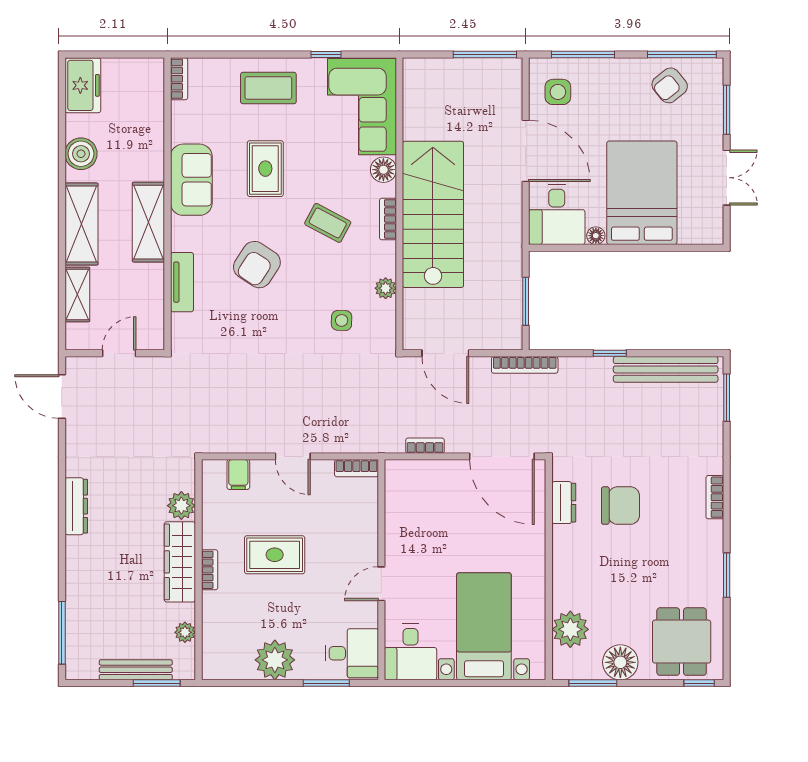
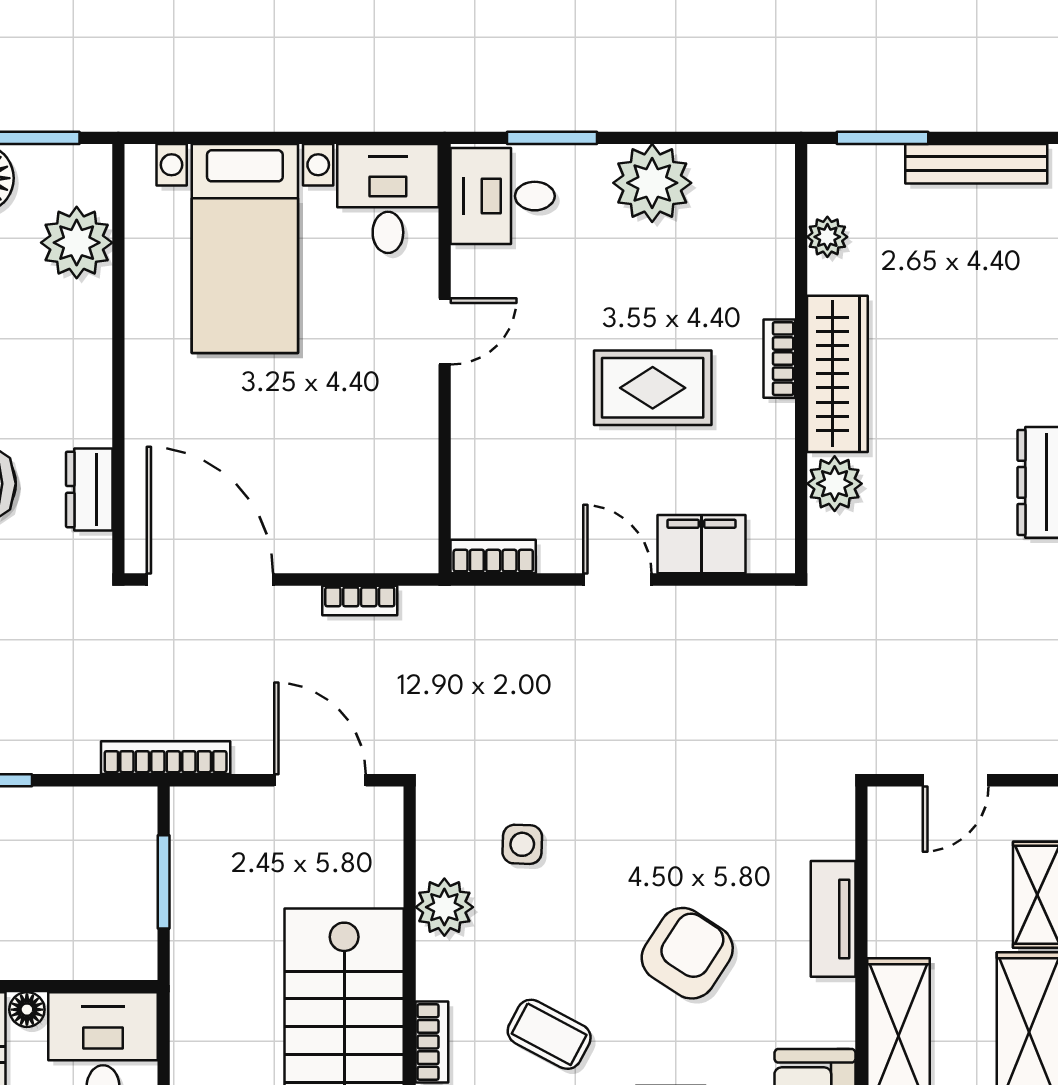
plant: (386, 288) -> (444, 907), width x1.38, depth x1.38
filing cabinet: (238, 474) -> (701, 544), width x2.00
bench: (136, 670) -> (976, 164), moved

